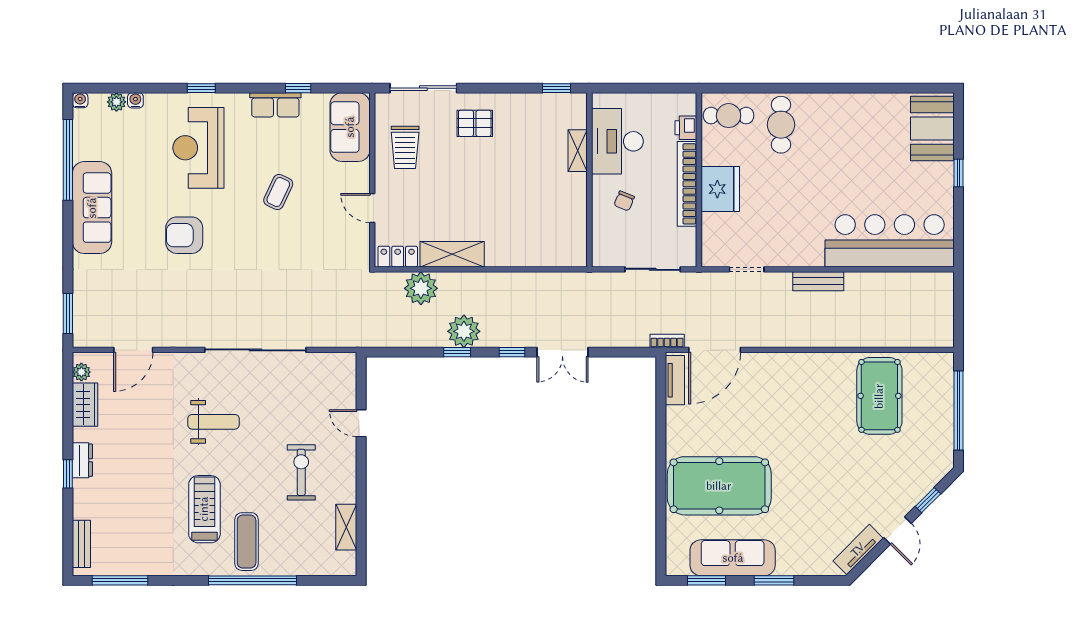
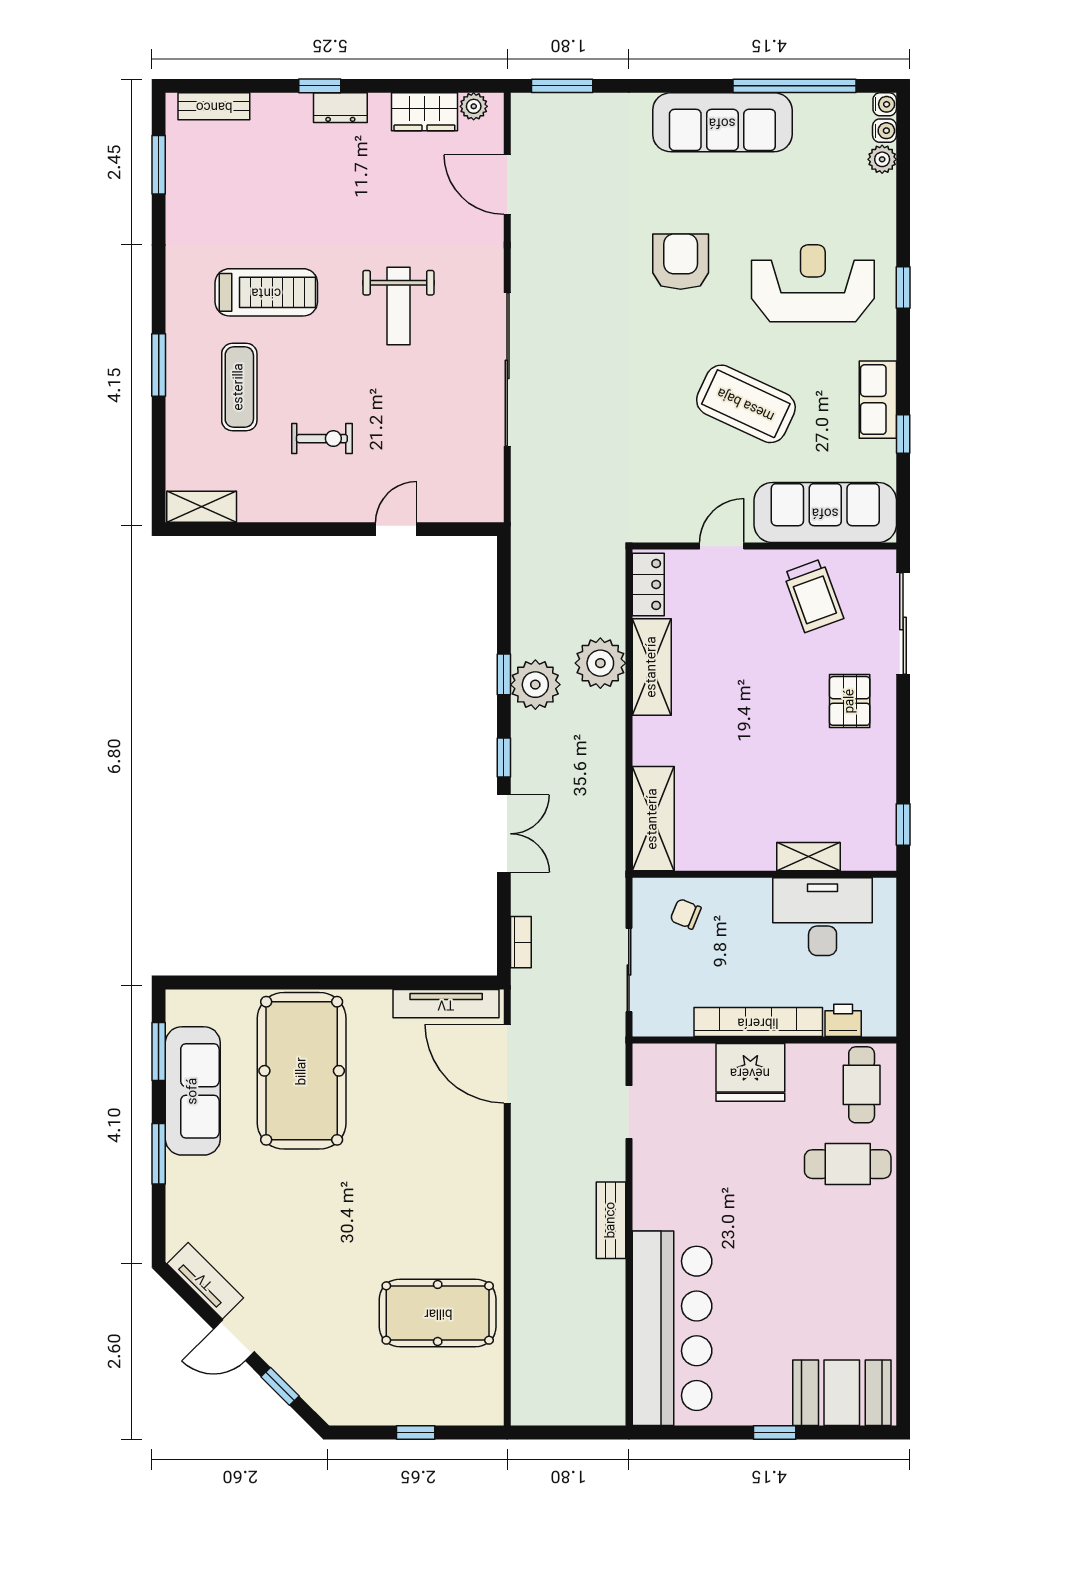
water cooler: (135, 100) -> (884, 131), moved
sofa: (350, 127) -> (825, 512), width x1.36
trolley: (405, 147) -> (813, 596), turned -110
coffee table: (278, 192) -> (746, 404), width x1.86, depth x1.72
chair: (624, 201) -> (686, 914), moved
shelving: (553, 253) -> (653, 819), added
plant: (421, 288) -> (600, 663), moved
bookcase: (667, 341) -> (521, 942), moved
double door: (562, 352) -> (504, 834), swing flipped
tv unit: (675, 380) -> (446, 1004), width x1.41
window: (958, 410) -> (416, 1433), width x0.32
exercise bike: (301, 472) -> (322, 439), width x0.73, depth x0.72
shelving: (346, 527) -> (202, 507), moved
exercise mat: (247, 542) -> (239, 387), moved, turned 90
window: (120, 580) -> (159, 165), width x0.69
window: (253, 580) -> (159, 365), width x0.47

